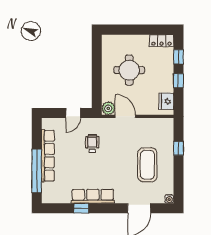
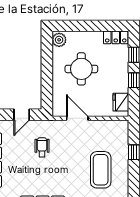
plant: (108, 108) -> (59, 40), moved

